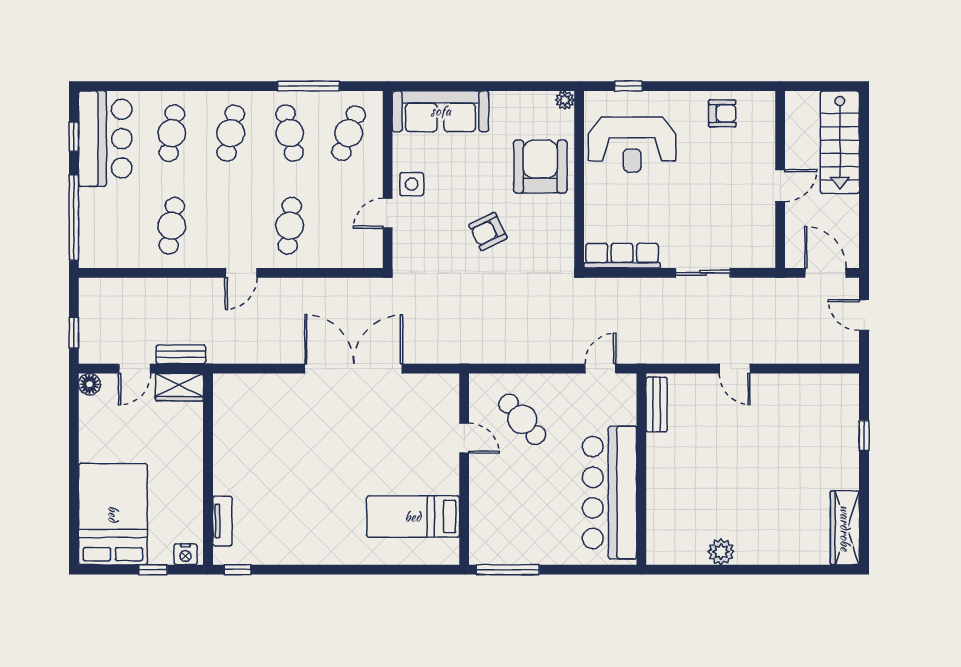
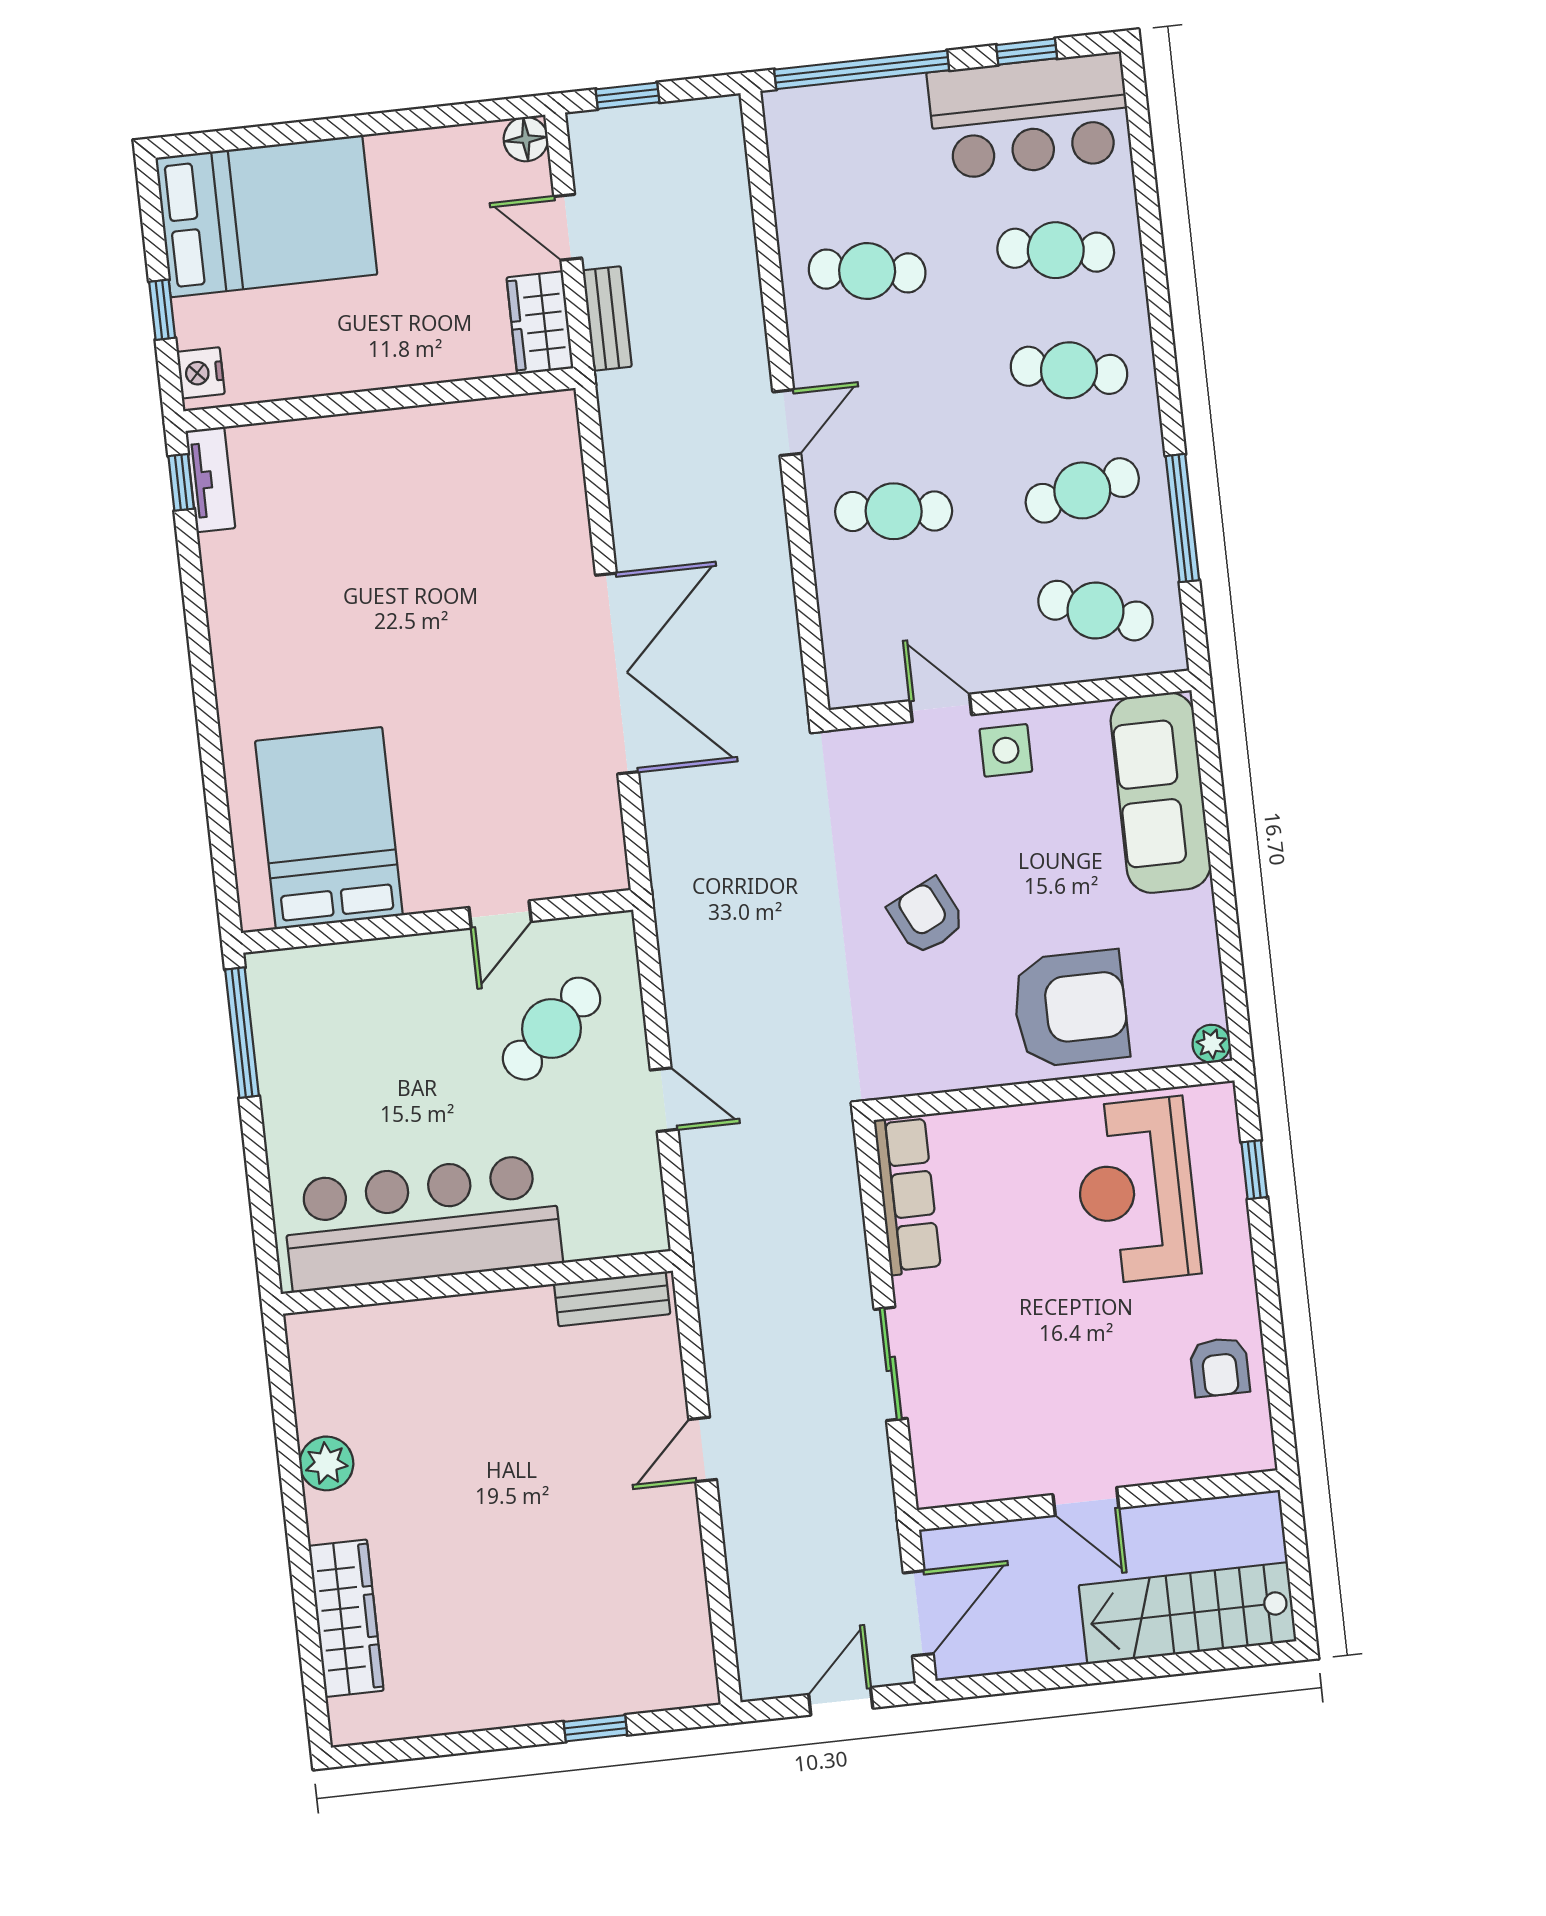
door: (241, 273) -> (787, 423), swing flipped
door: (600, 369) -> (664, 1100), moved
bed: (413, 517) -> (329, 828), width x1.50
tv unit: (222, 521) -> (210, 479), moved, turned -90
wardrobe: (845, 528) -> (346, 1618), moved, turned 90

